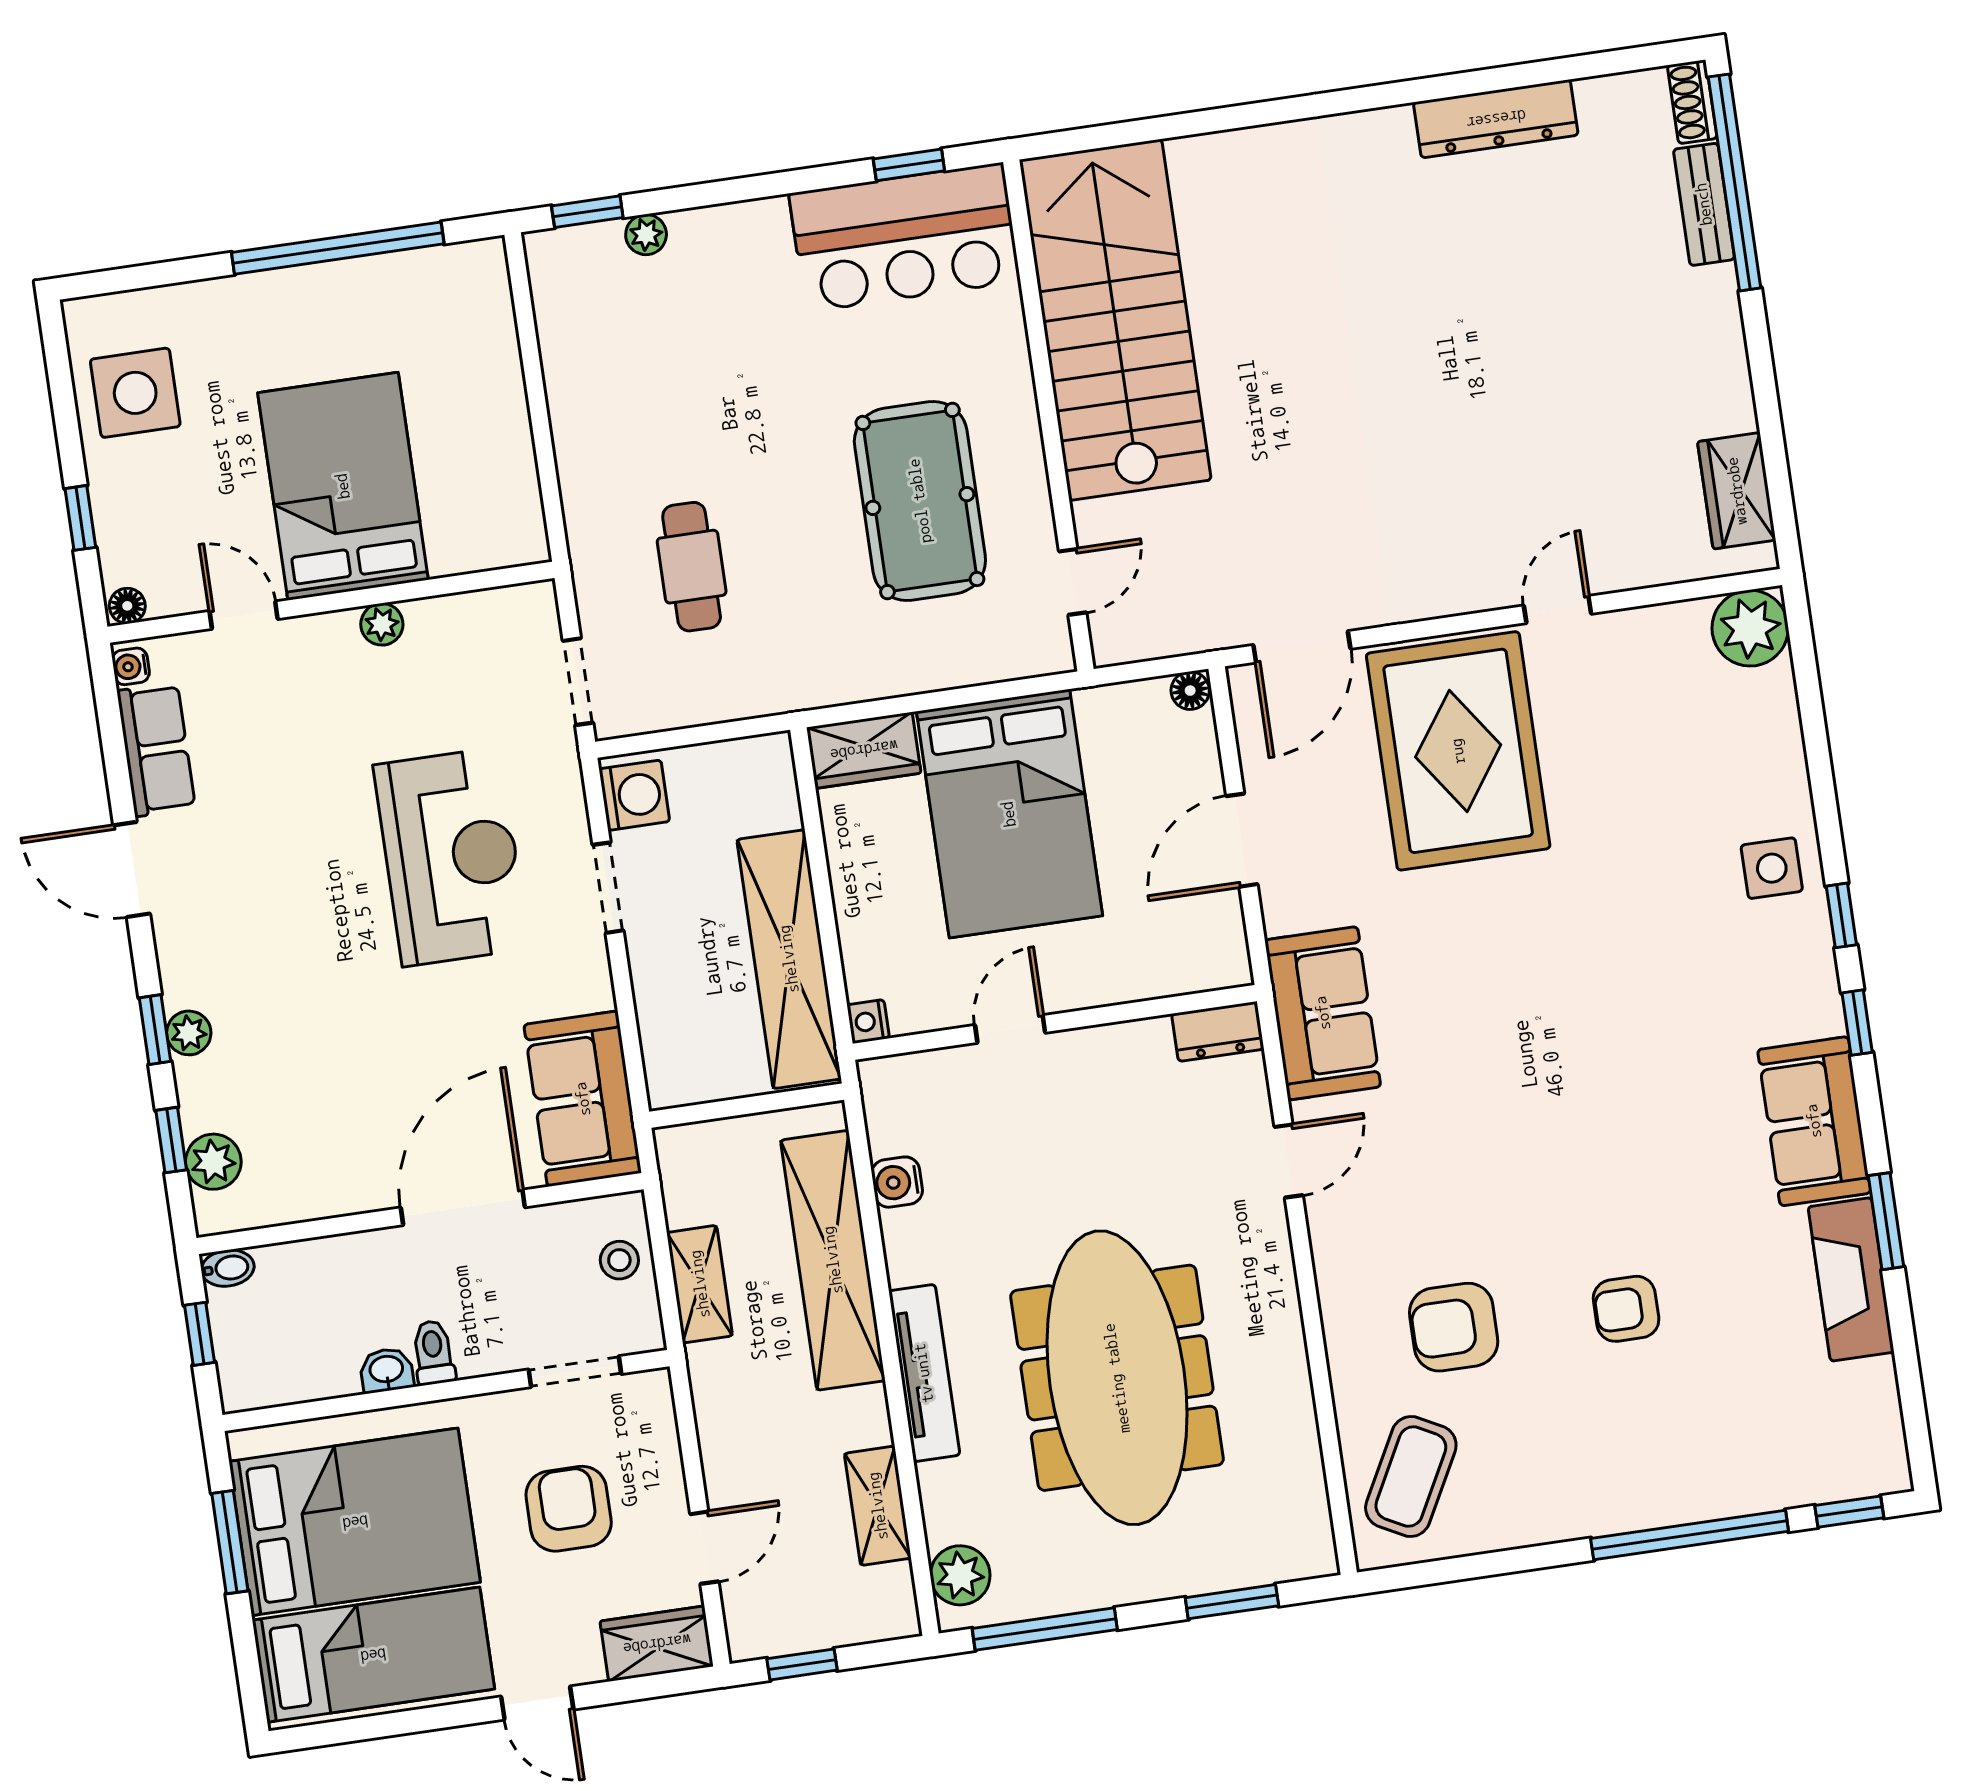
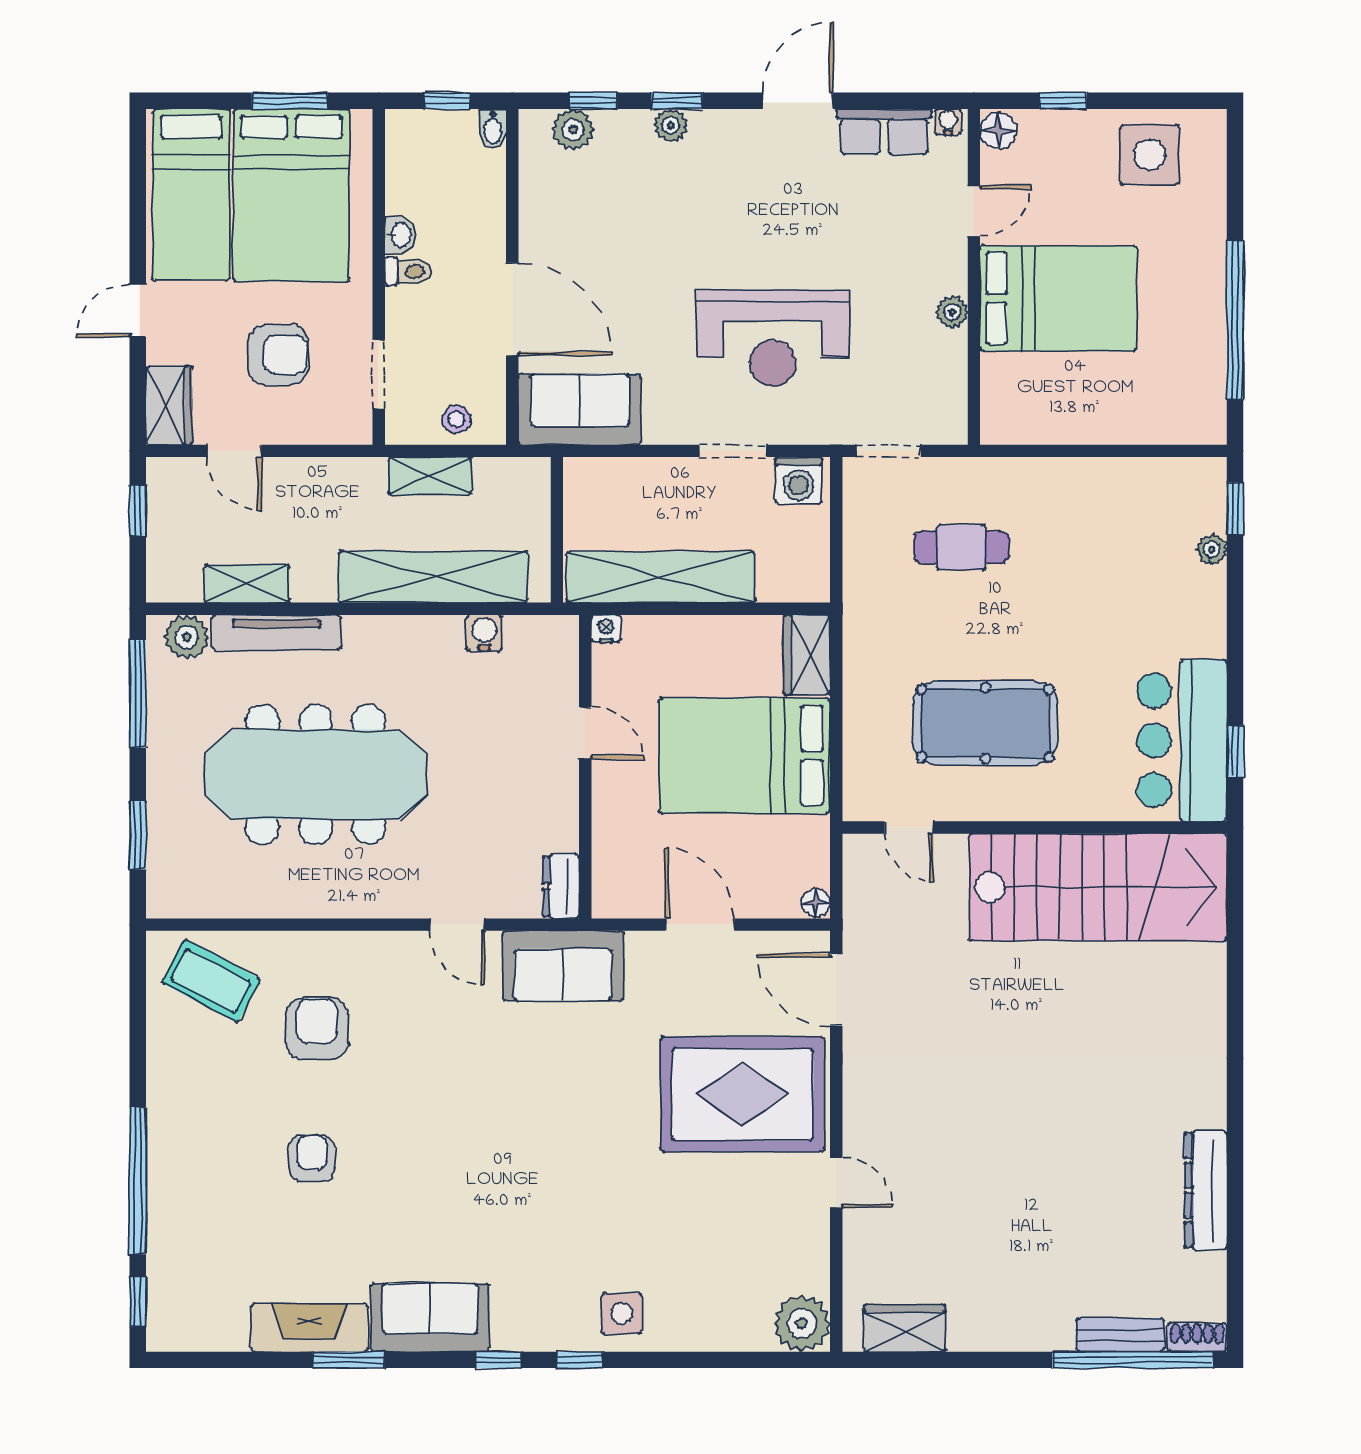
floor lamp: (127, 606) -> (998, 131), width x1.37, depth x1.37
tv unit: (924, 1373) -> (277, 632), moved

